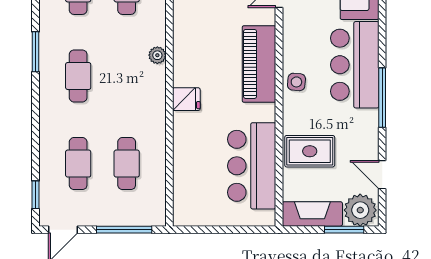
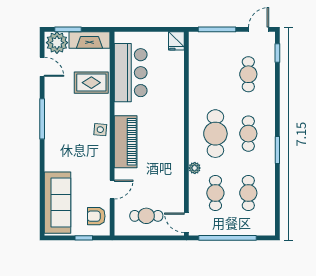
plant: (157, 55) -> (195, 168), moved
bar counter: (355, 65) -> (61, 141), removed
fridge: (186, 99) -> (176, 41), moved, turned -90
cafe table: (127, 164) -> (215, 134), moved, width x1.37, depth x1.35

